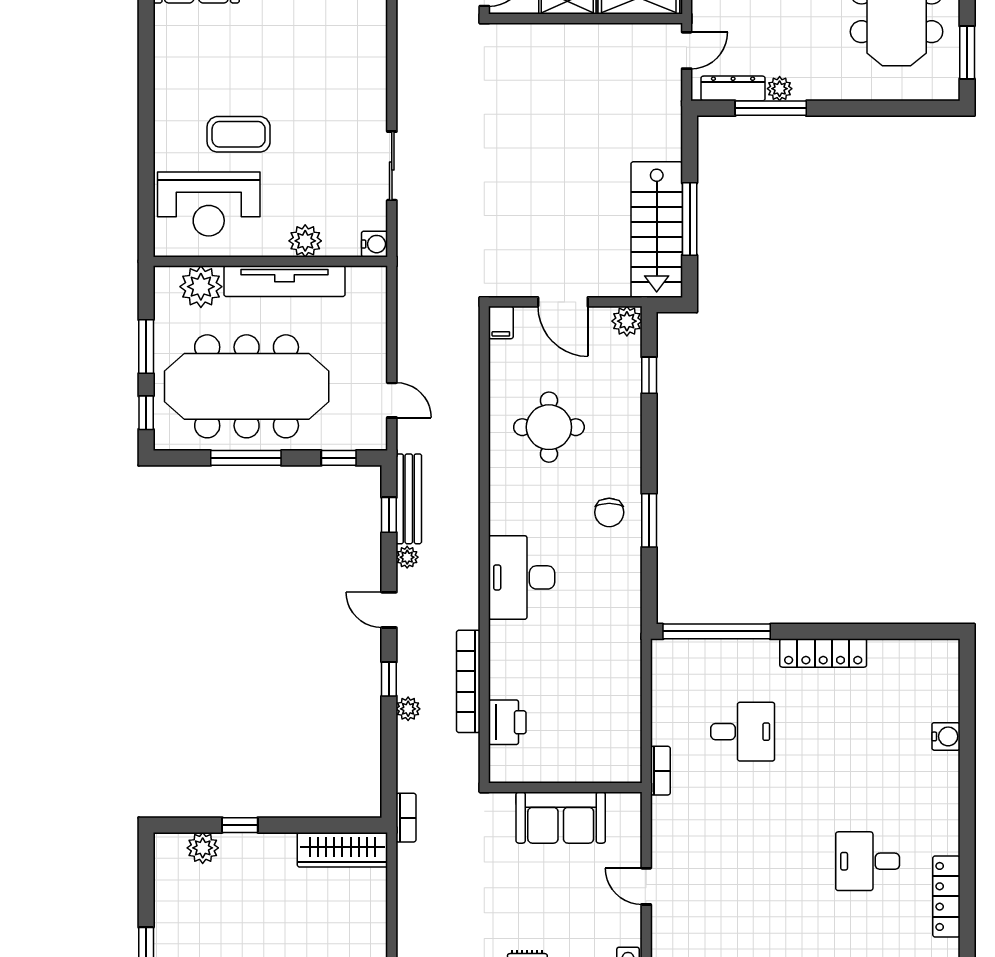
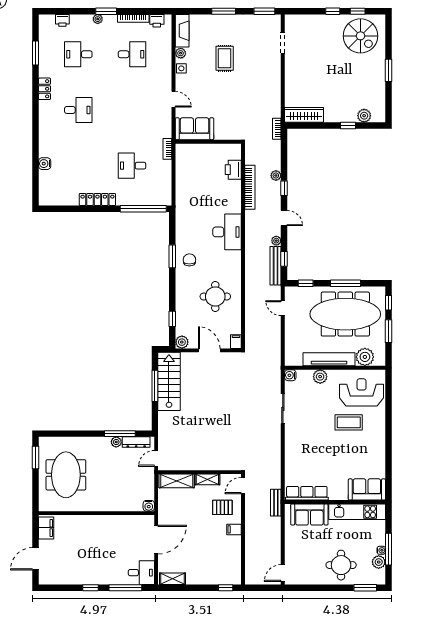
sofa: (561, 818) -> (194, 129), moved
locker: (946, 896) -> (44, 89), width x0.66

